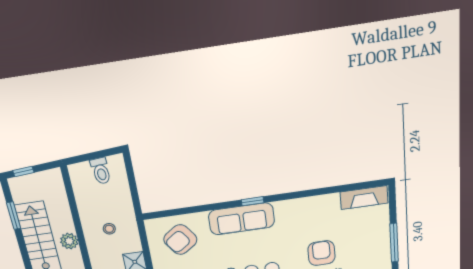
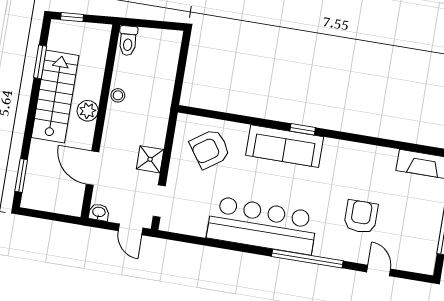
toilet: (101, 171) -> (128, 41), moved
stool: (109, 229) -> (118, 95), moved

